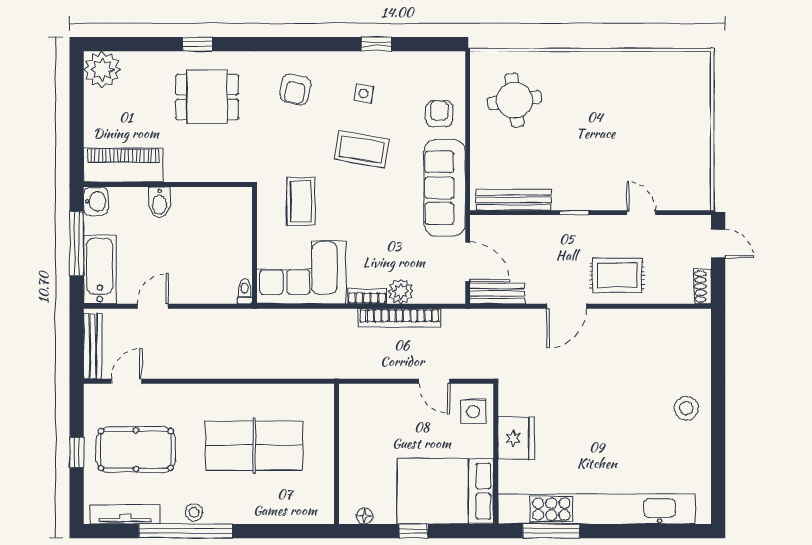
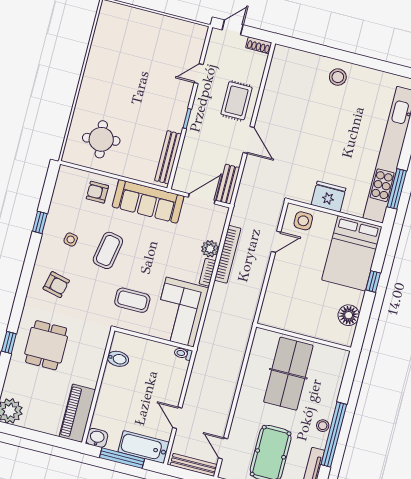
bidet: (159, 202) -> (118, 359), moved
wall: (337, 454) -> (304, 337), moved
floor lamp: (365, 516) -> (349, 315), width x1.89, depth x1.89

